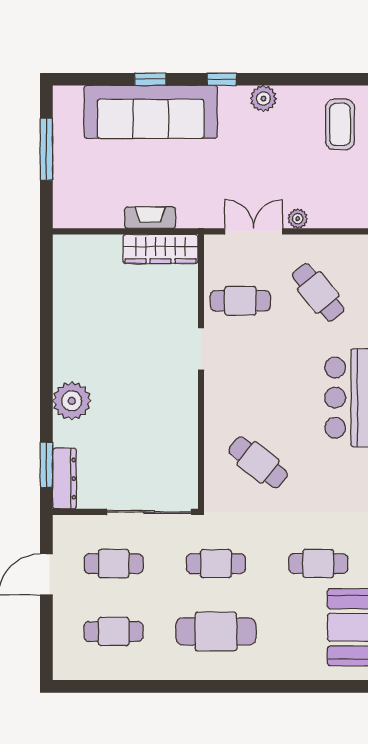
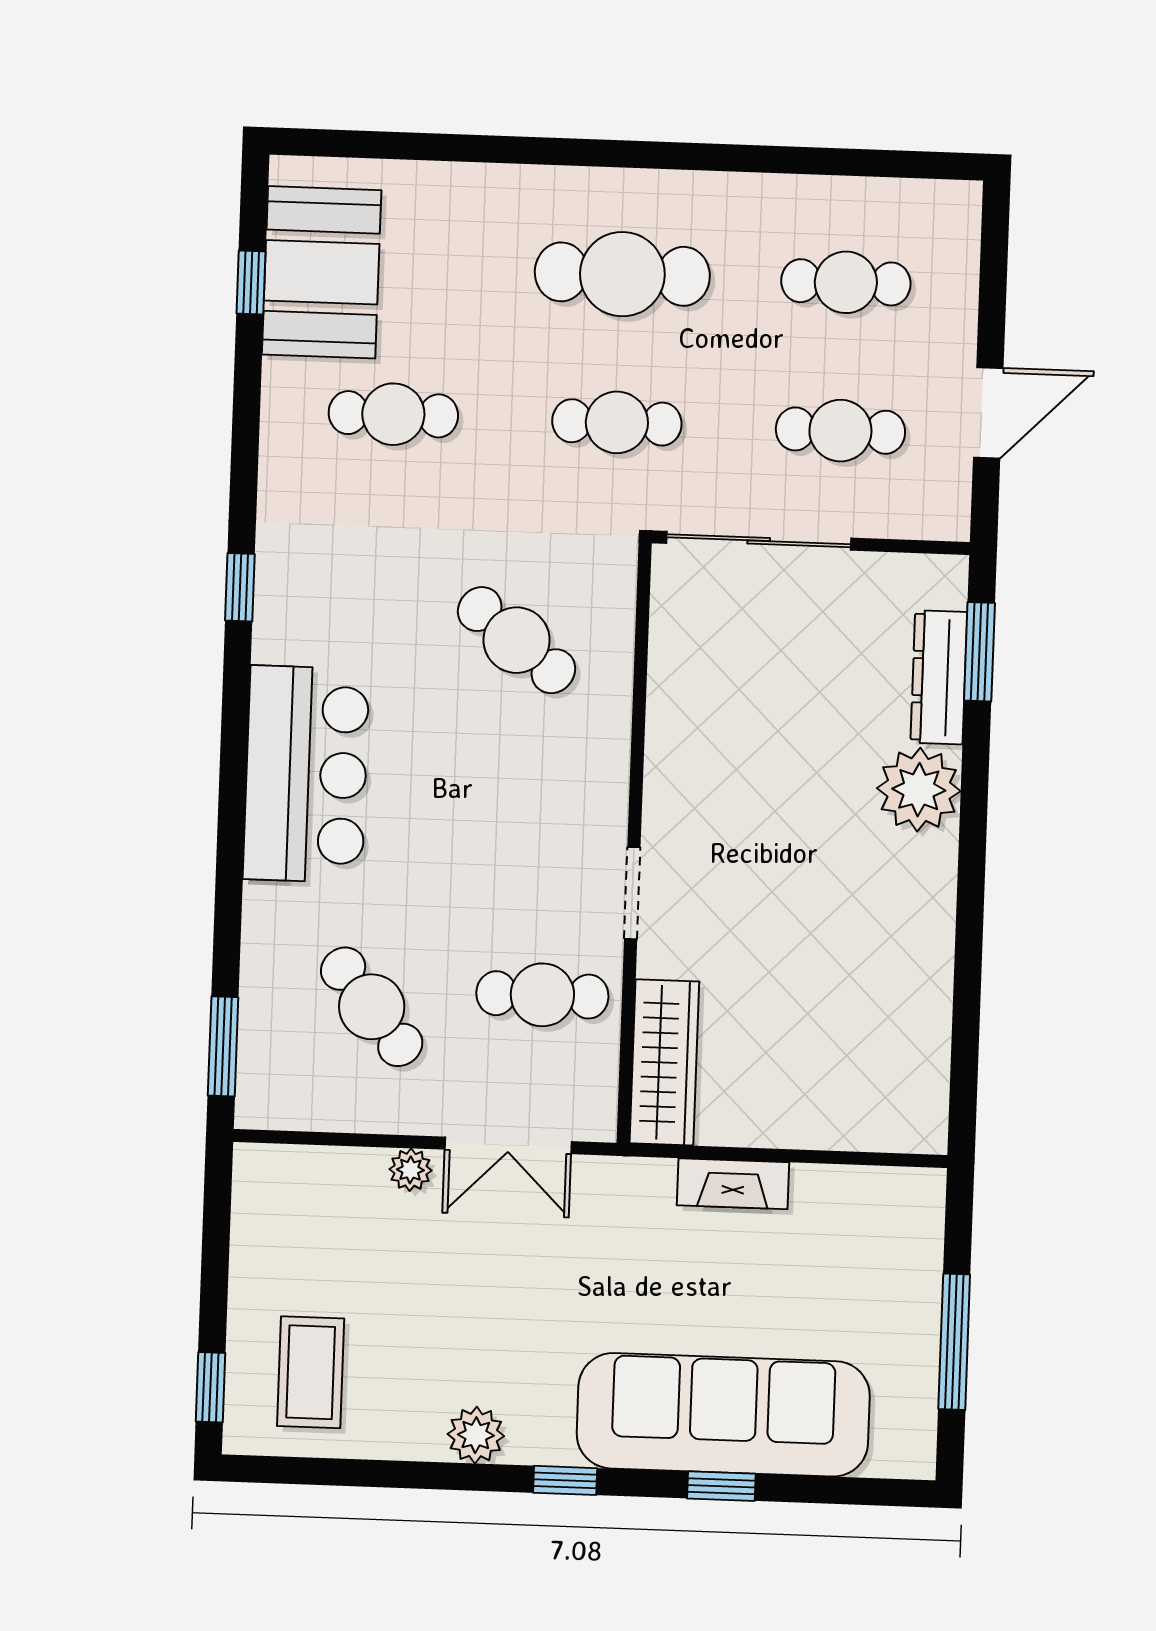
wardrobe: (160, 249) -> (664, 1062), moved, turned 90
dresser: (64, 479) -> (939, 677), moved

